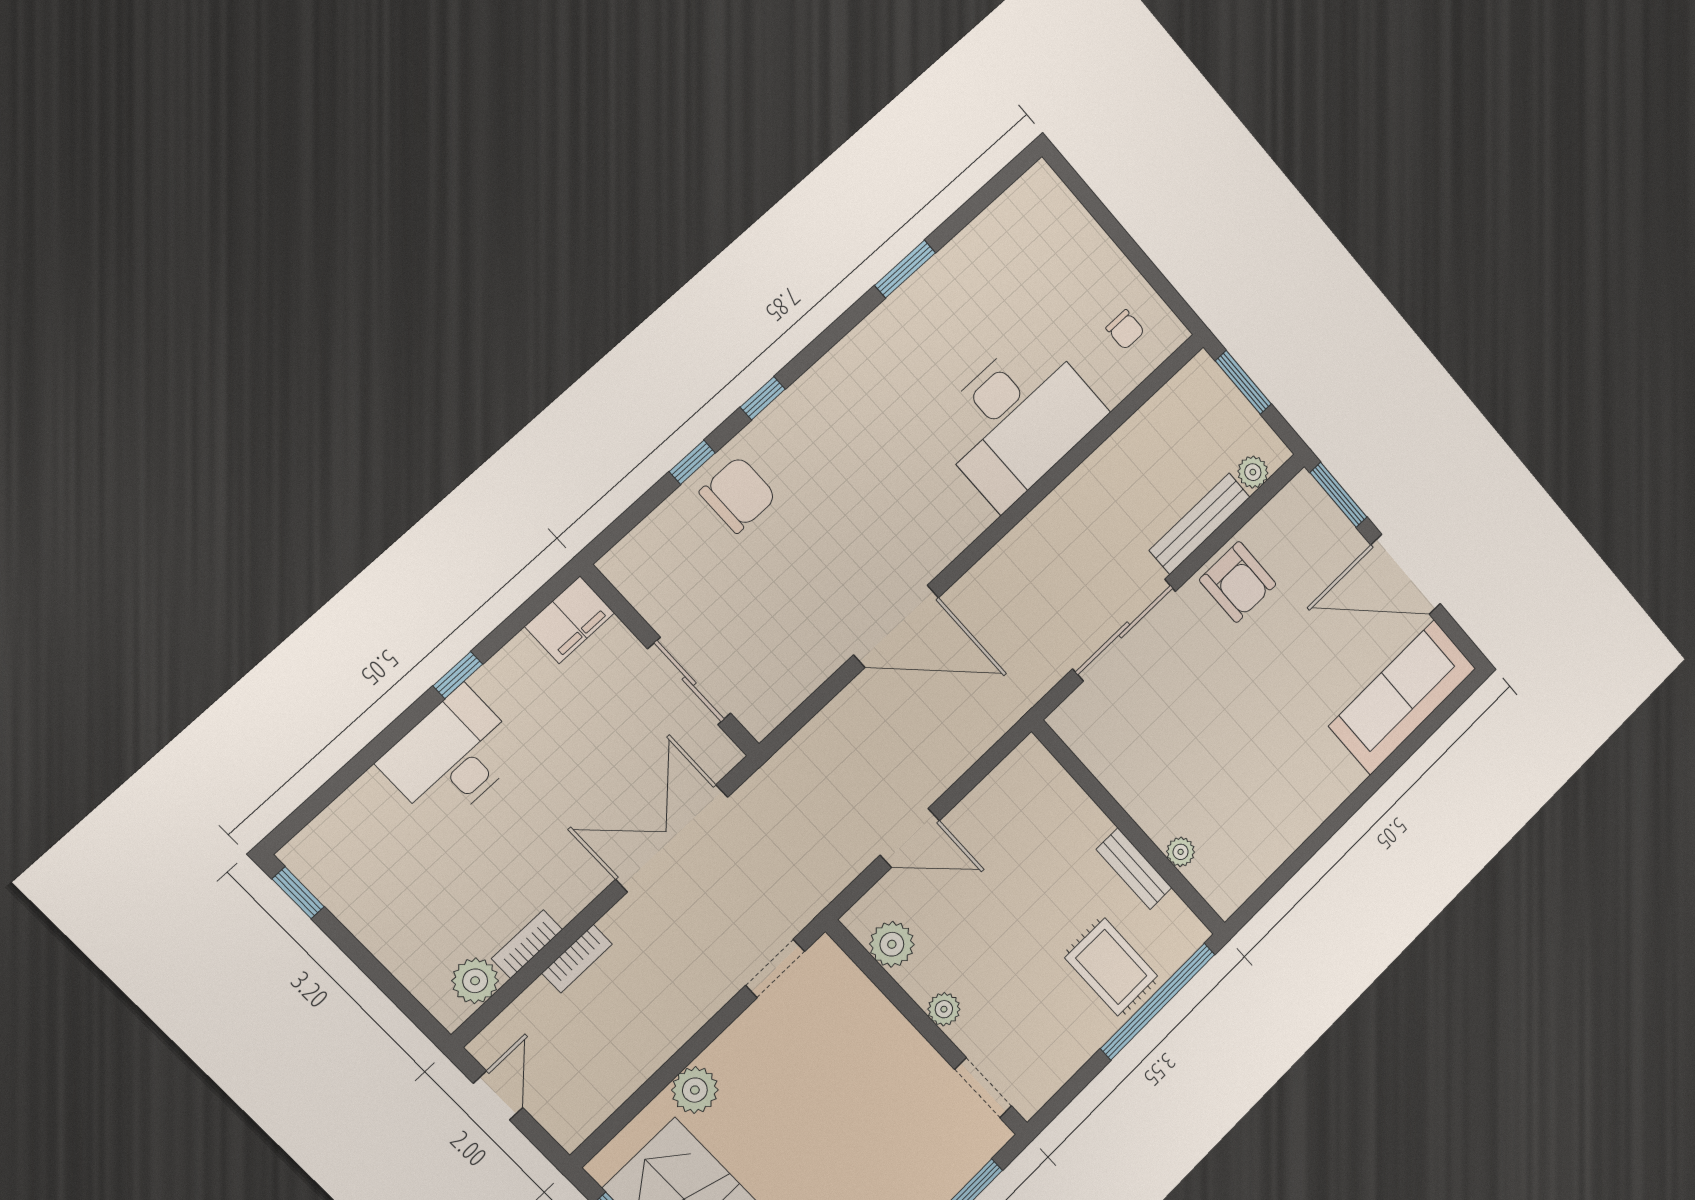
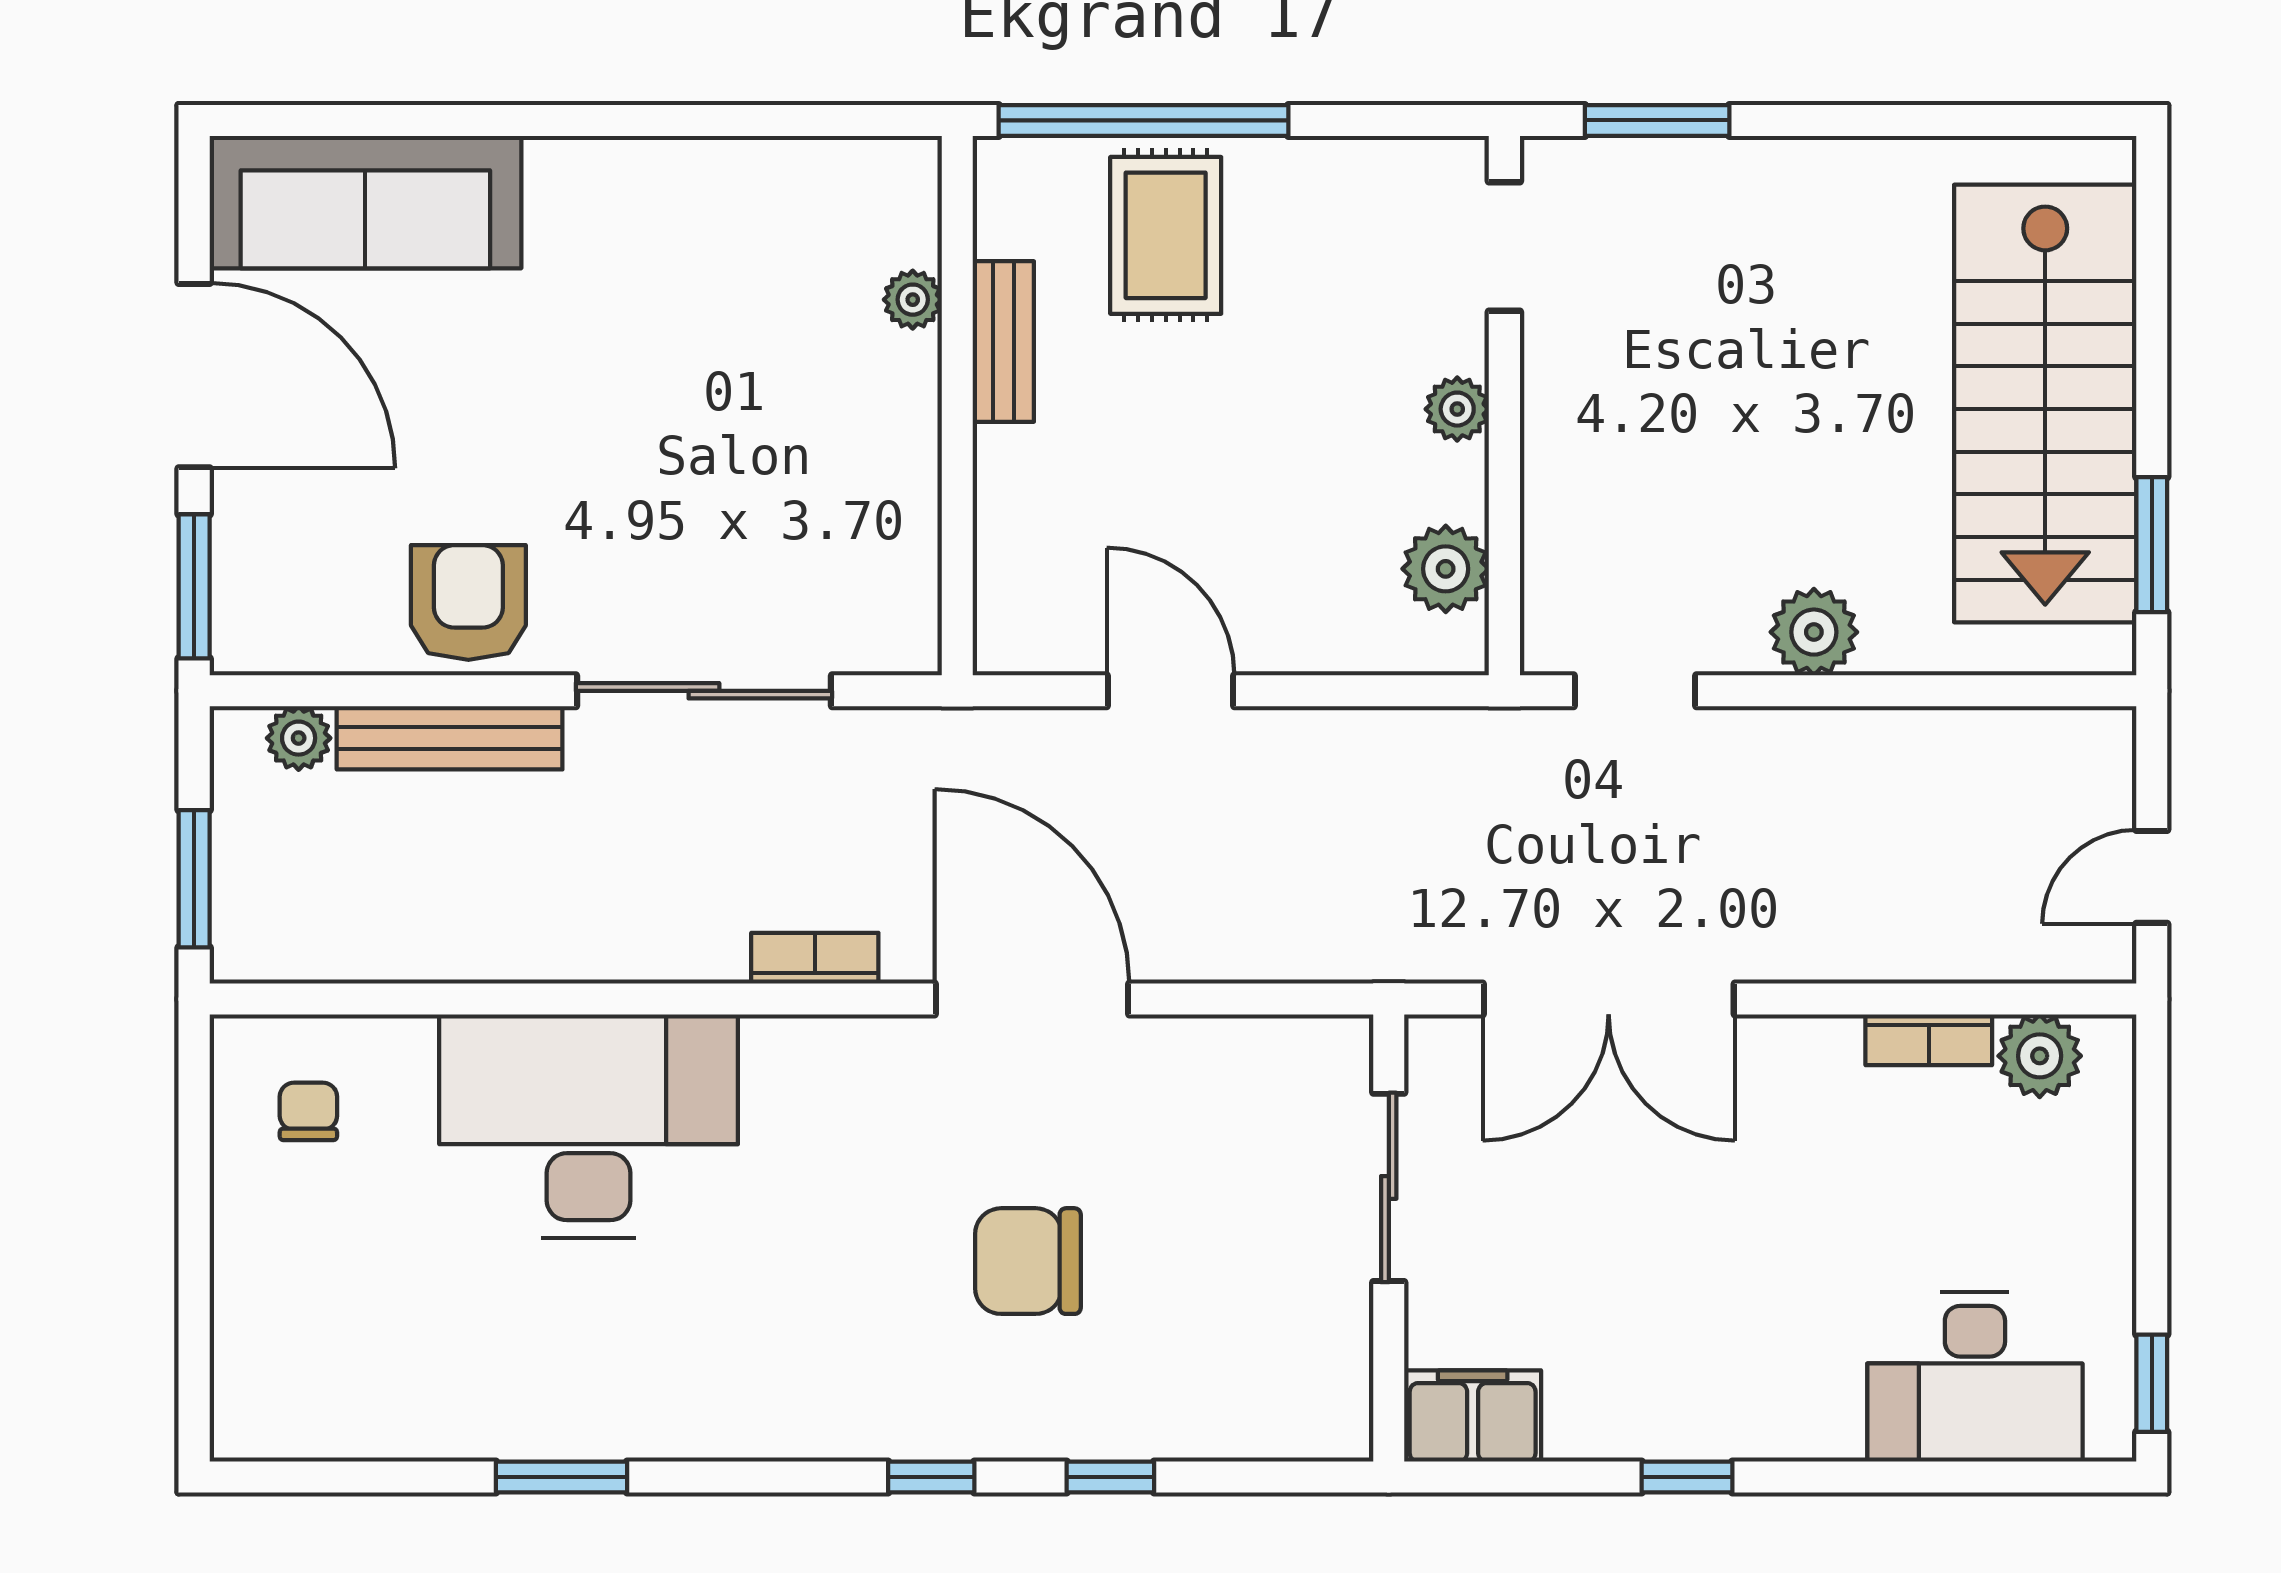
chair: (738, 495) -> (1028, 1261), moved
desk: (452, 757) -> (1975, 1377), moved
door: (910, 838) -> (1170, 691), moved
bookcase: (577, 959) -> (815, 958), moved
plant: (695, 1090) -> (1814, 632), moved

